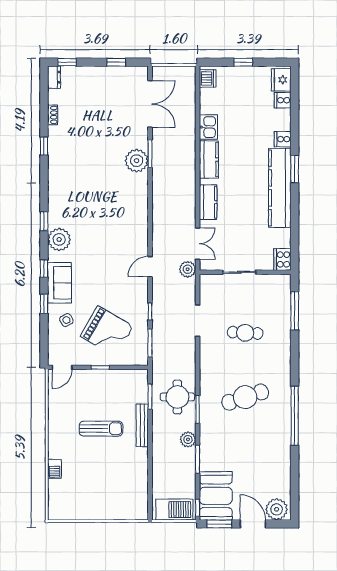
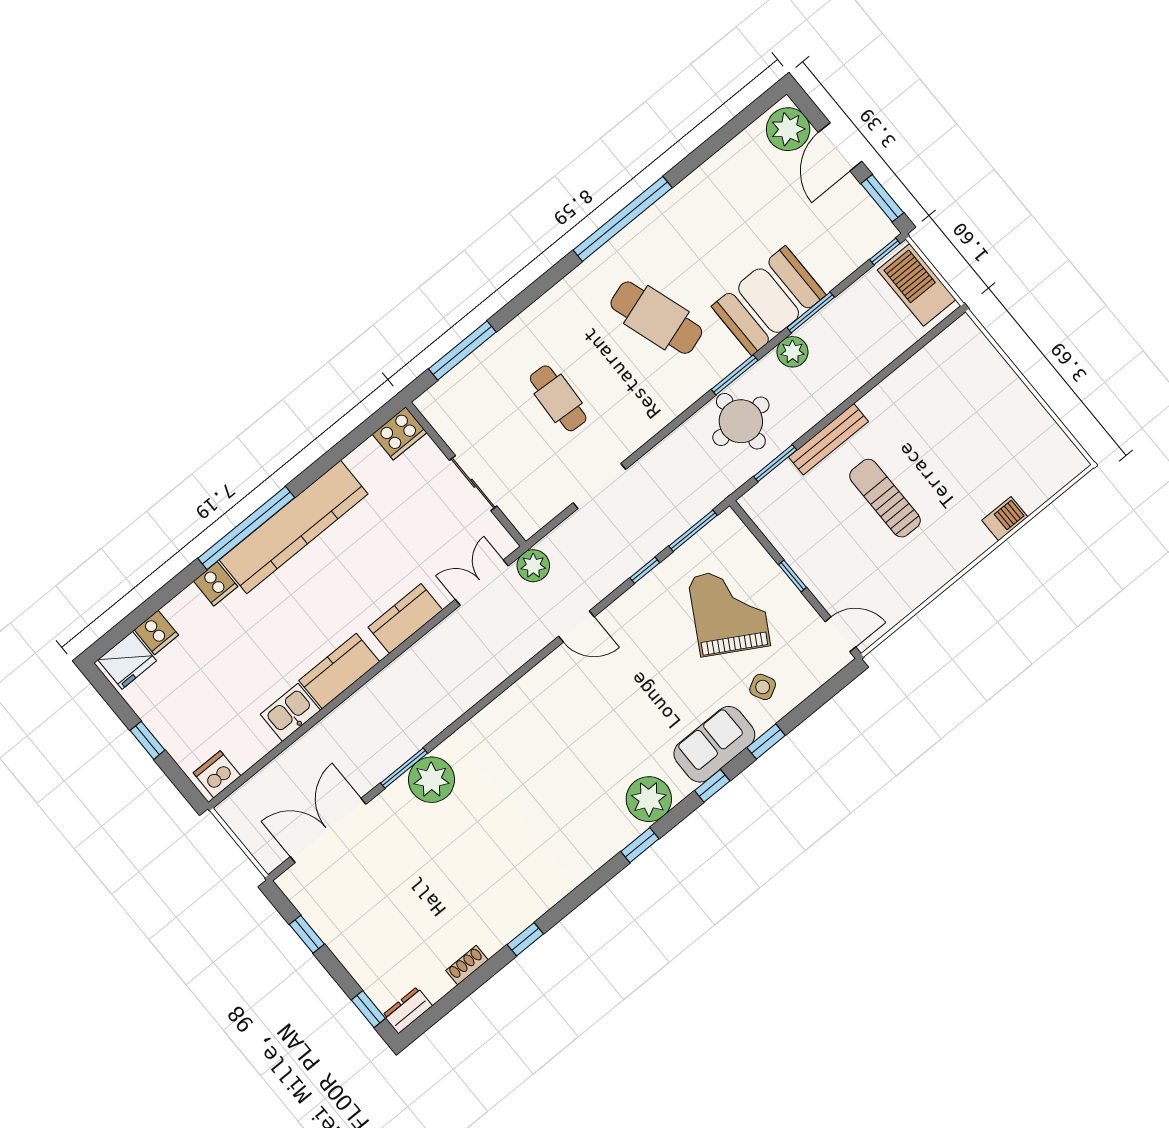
window: (295, 169) -> (246, 528), width x2.11
booth: (216, 496) -> (769, 301), moved

